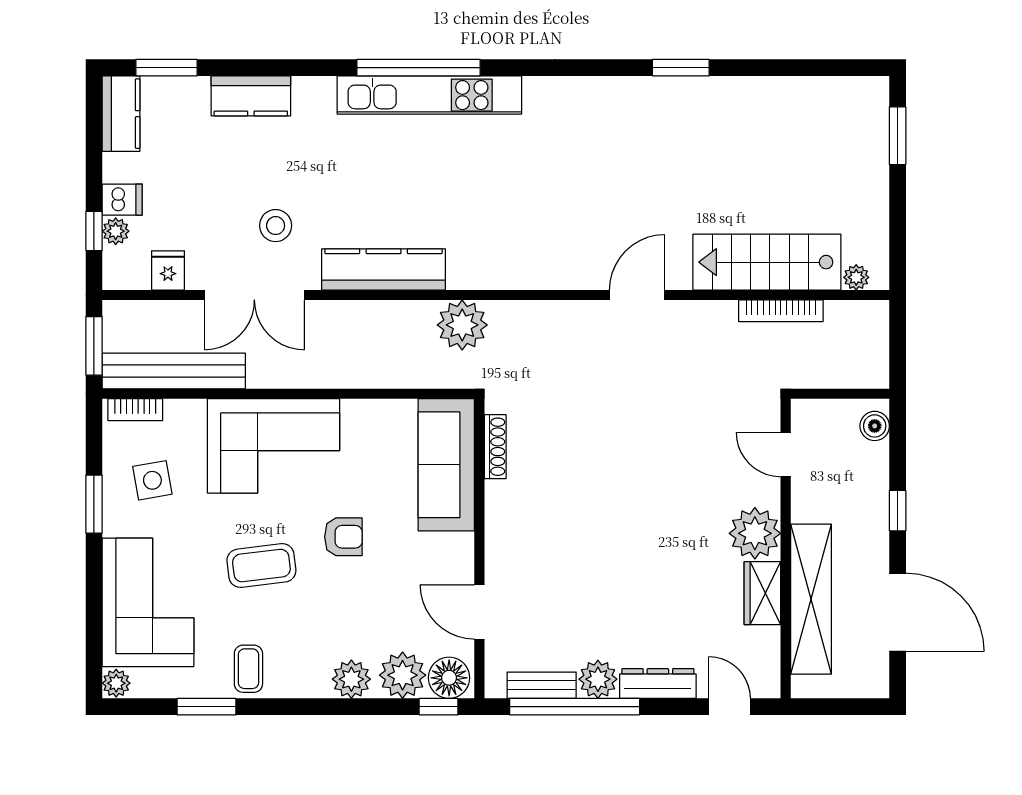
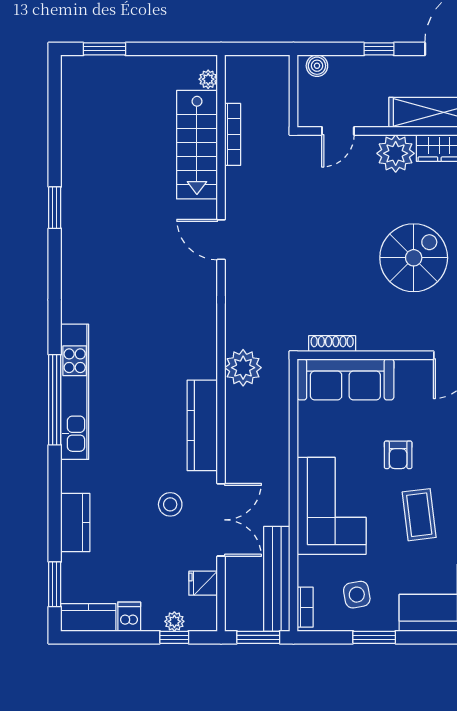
dishwasher: (122, 200) -> (129, 617), moved
armchair: (343, 537) -> (398, 455), turned 180
spiral stairs: (612, 558) -> (414, 258), added

